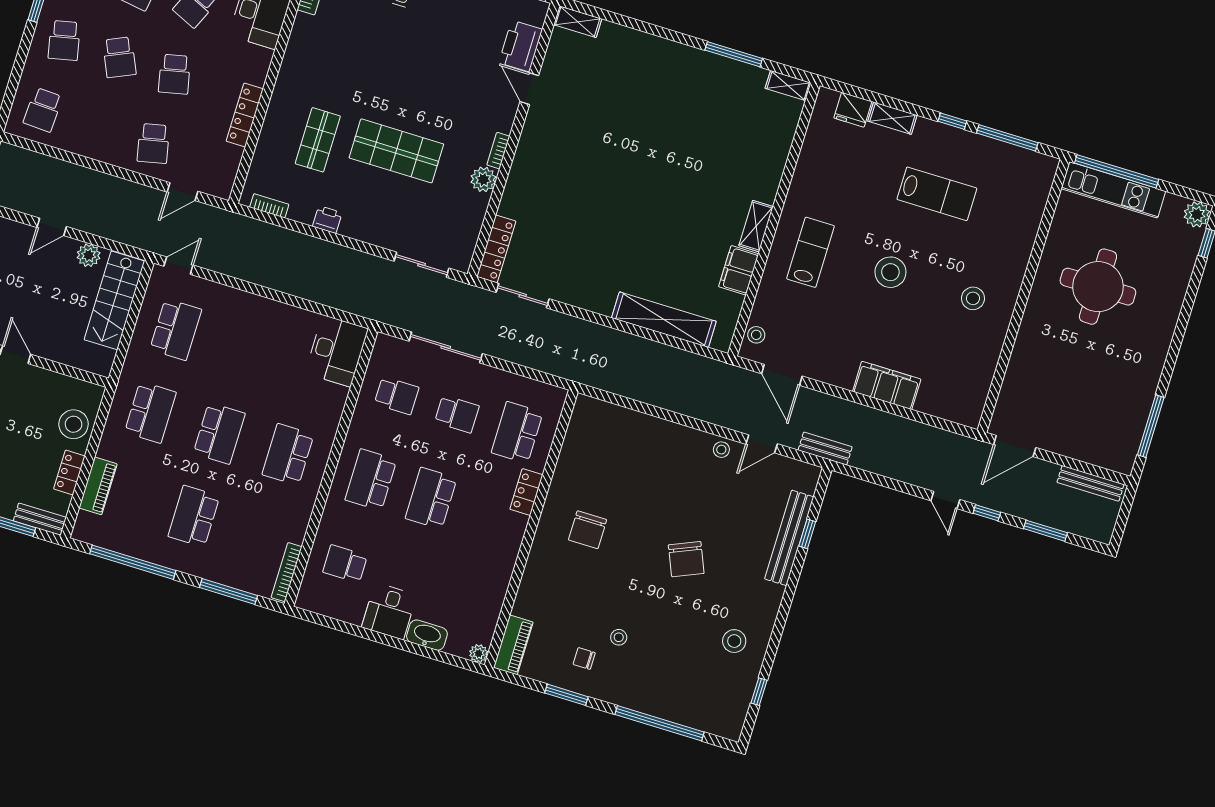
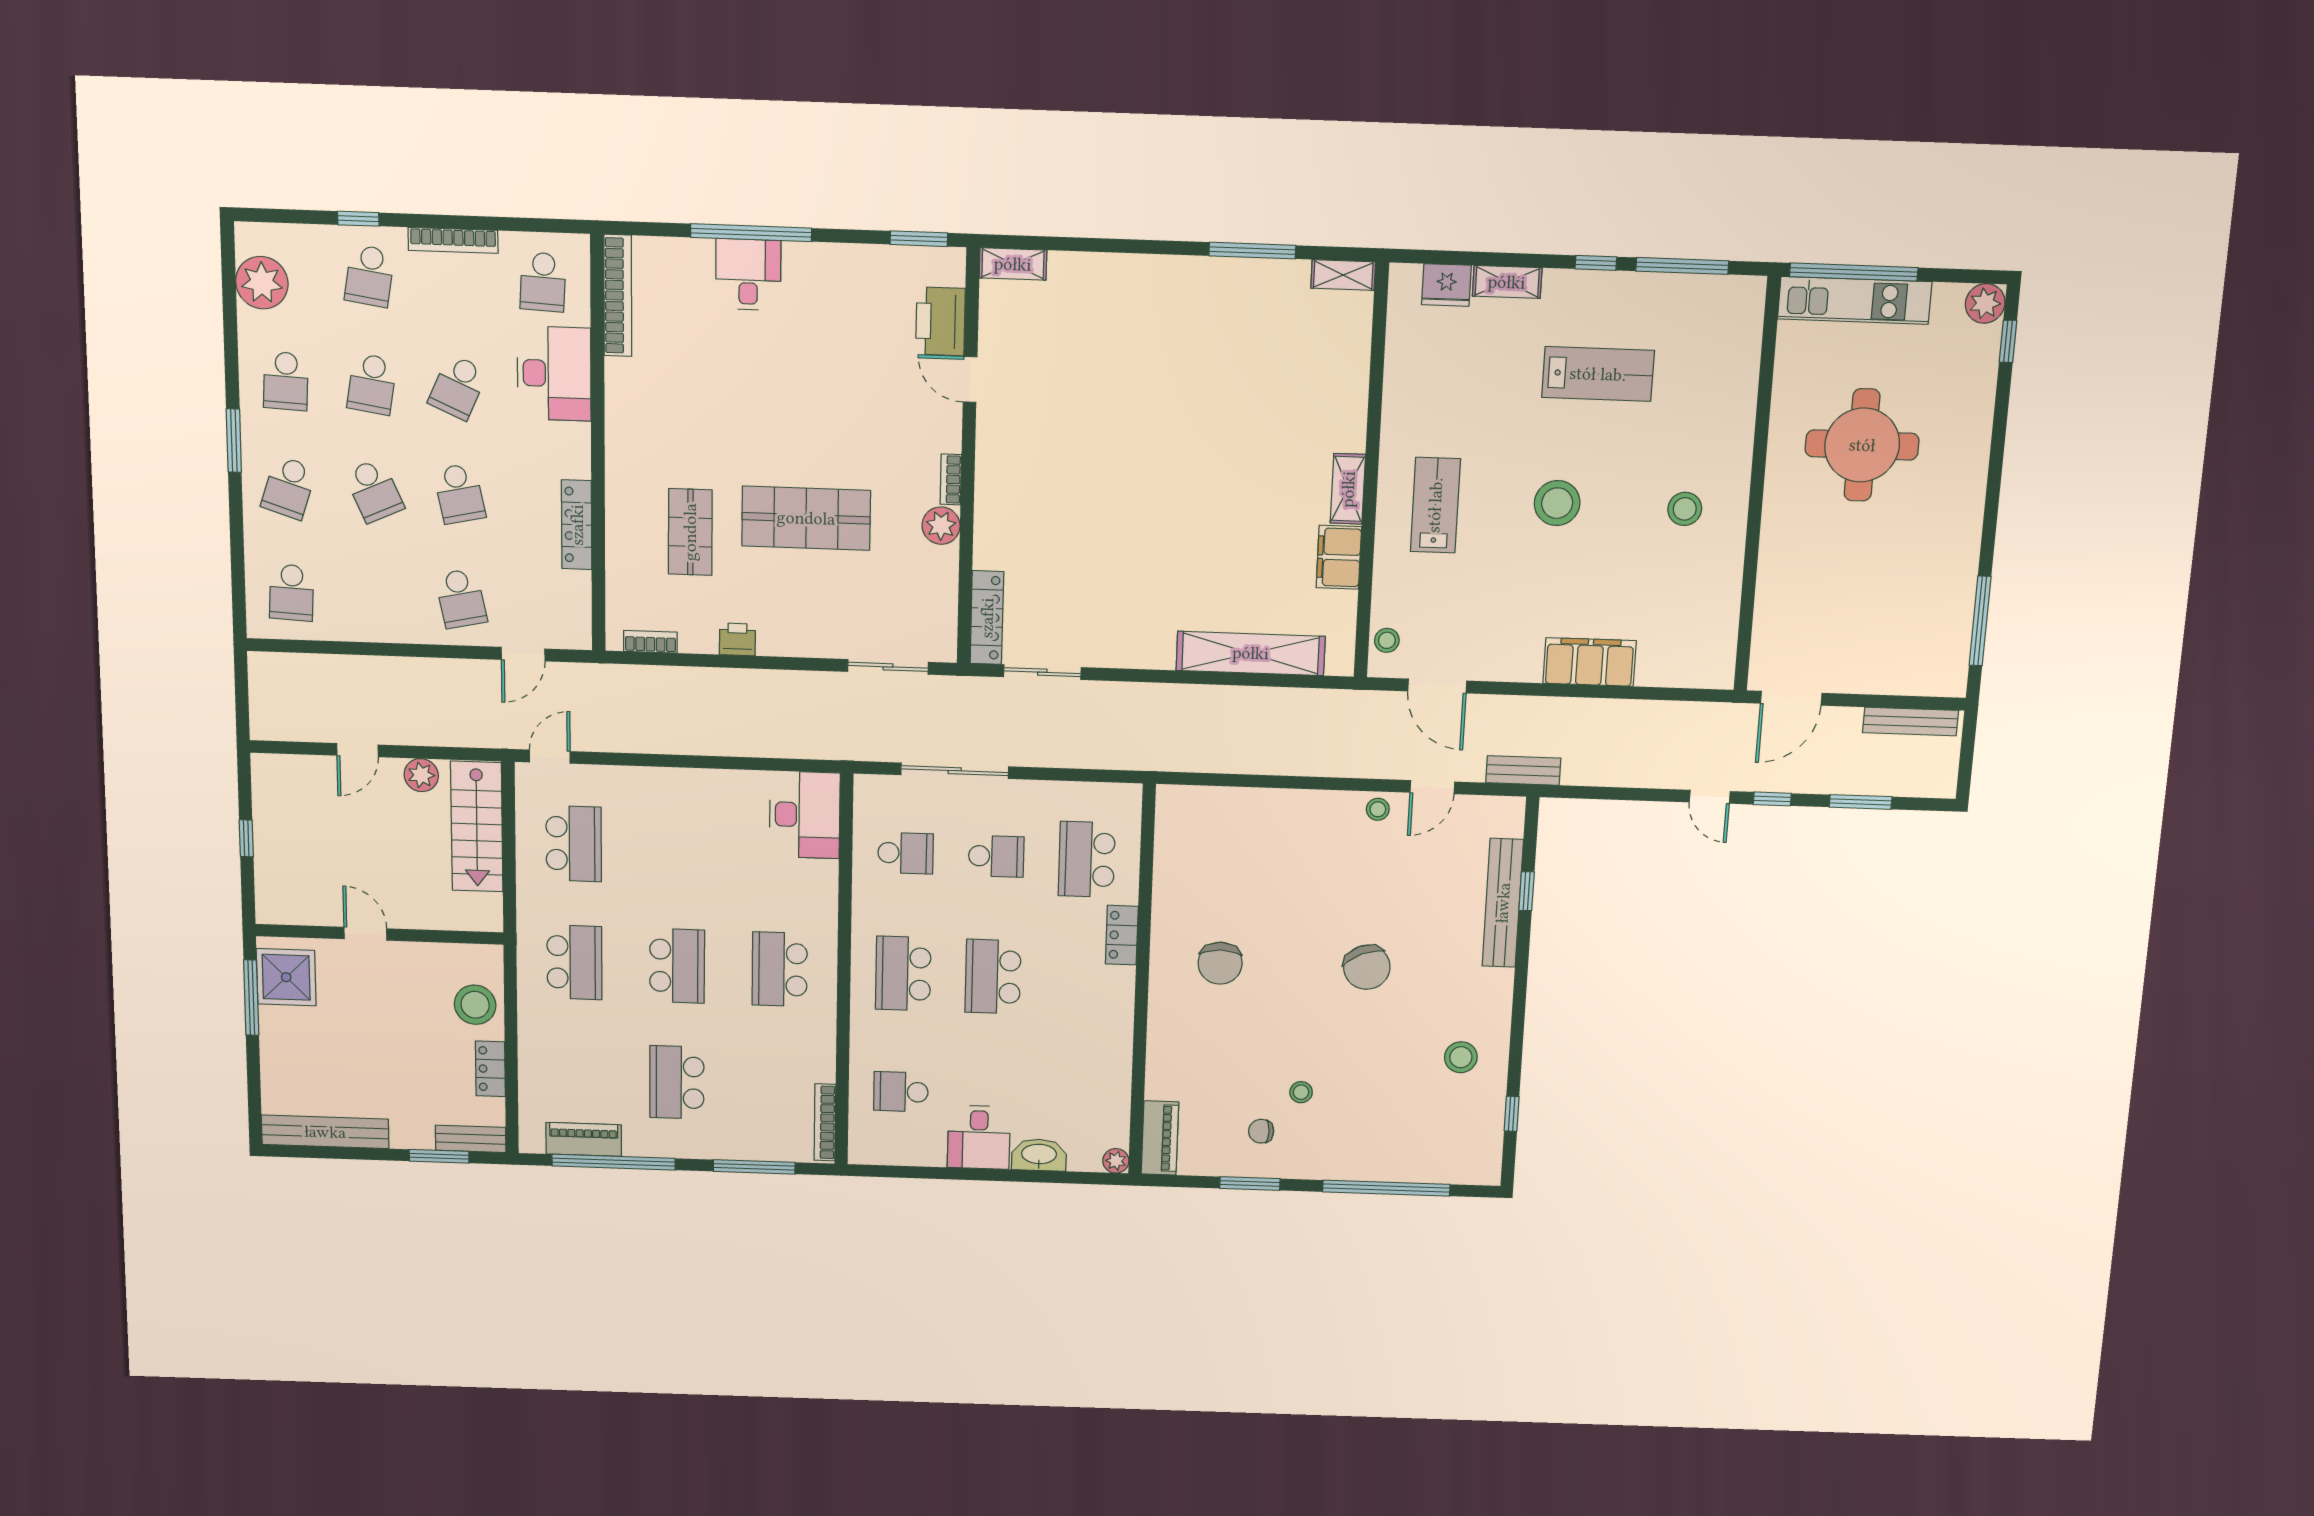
school desk: (64, 40) -> (289, 488), turned 30
piano: (98, 486) -> (584, 1139), moved, turned -90

